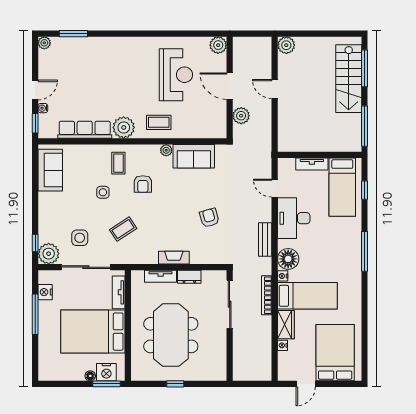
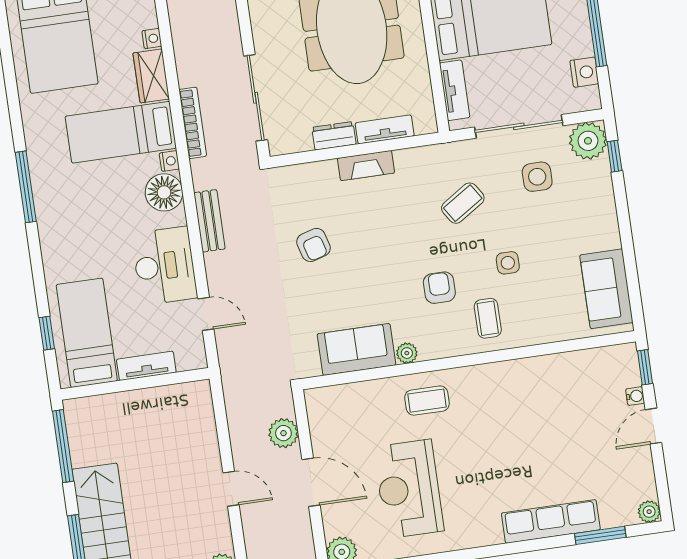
plant: (124, 127) -> (488, 383), removed
row of seats: (85, 130) -> (551, 521), moved, turned 180
window: (364, 251) -> (26, 187), moved

